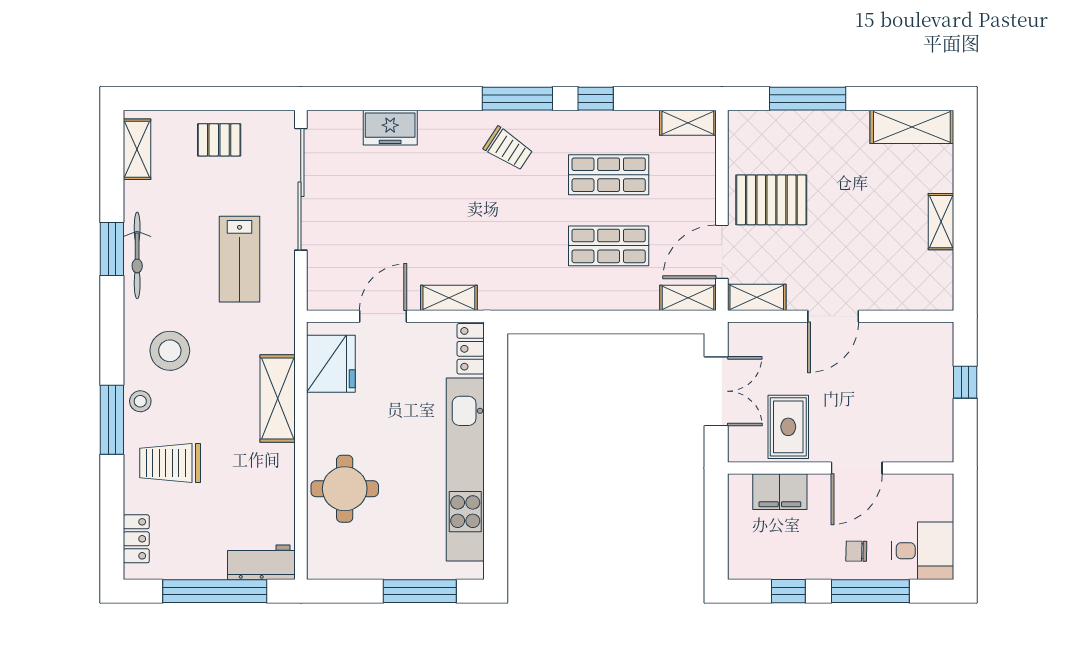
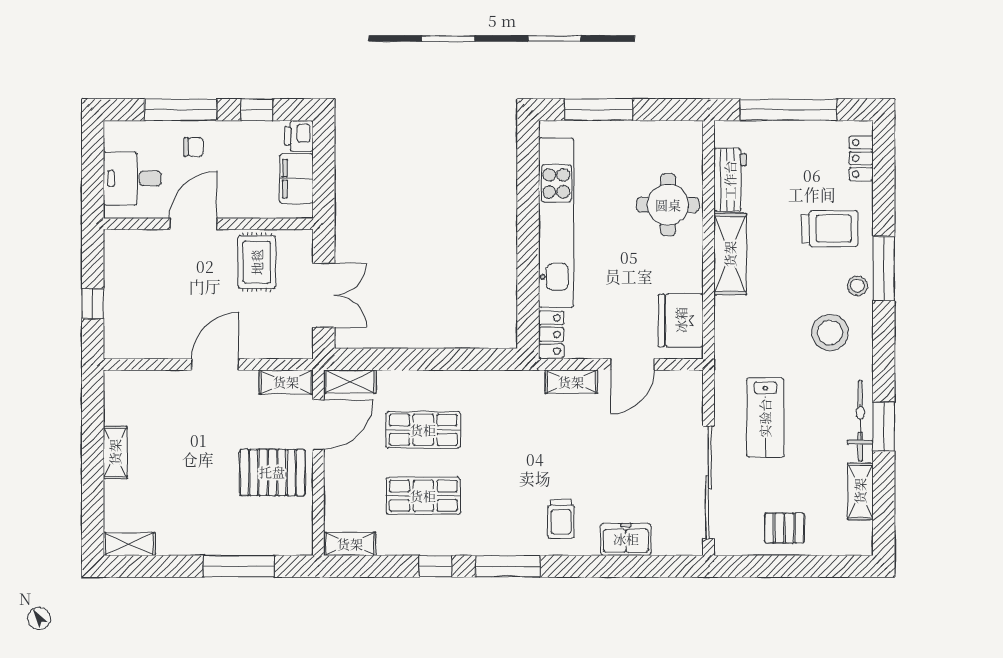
shelving: (912, 127) -> (129, 544), width x0.67, depth x0.75
shelving: (137, 149) -> (860, 491), moved
trolley: (508, 149) -> (561, 519), moved, turned -123
lab bench: (240, 259) -> (765, 418), turned 180
double door: (716, 391) -> (324, 295), swing flipped
shelving: (278, 399) -> (730, 254), moved
filing cabinet: (780, 492) -> (296, 179), moved, turned -90
desk: (922, 551) -> (132, 178), moved
workbench: (261, 562) -> (730, 180), moved, turned -90
printer: (743, 563) -> (299, 136), added

